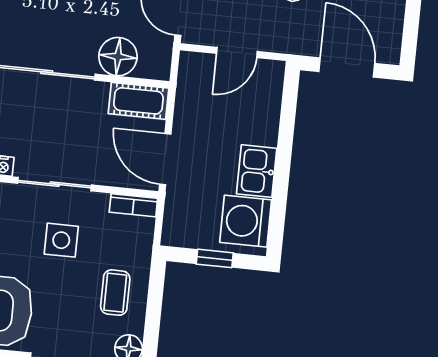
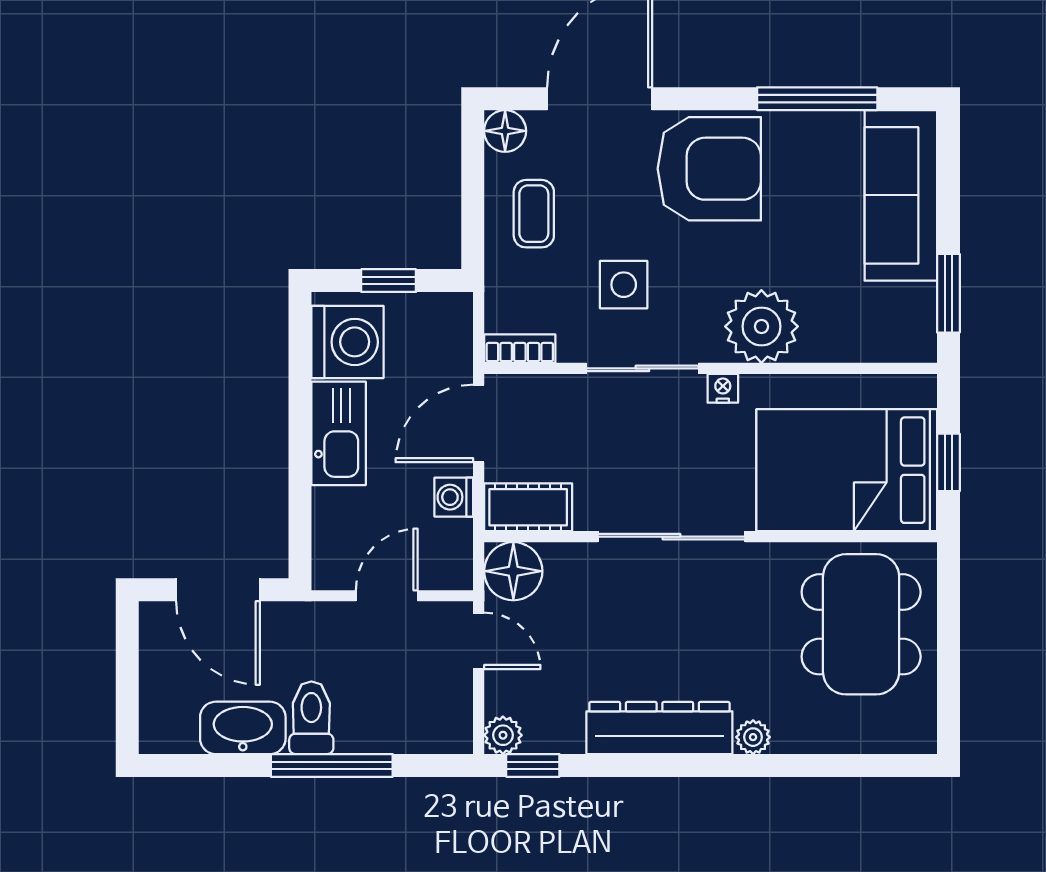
floor lamp: (118, 57) -> (513, 571), moved
washing machine: (186, 112) -> (454, 497), added
door: (165, 159) -> (479, 423), swing flipped
kitchen sink: (257, 171) -> (339, 433), width x1.38

